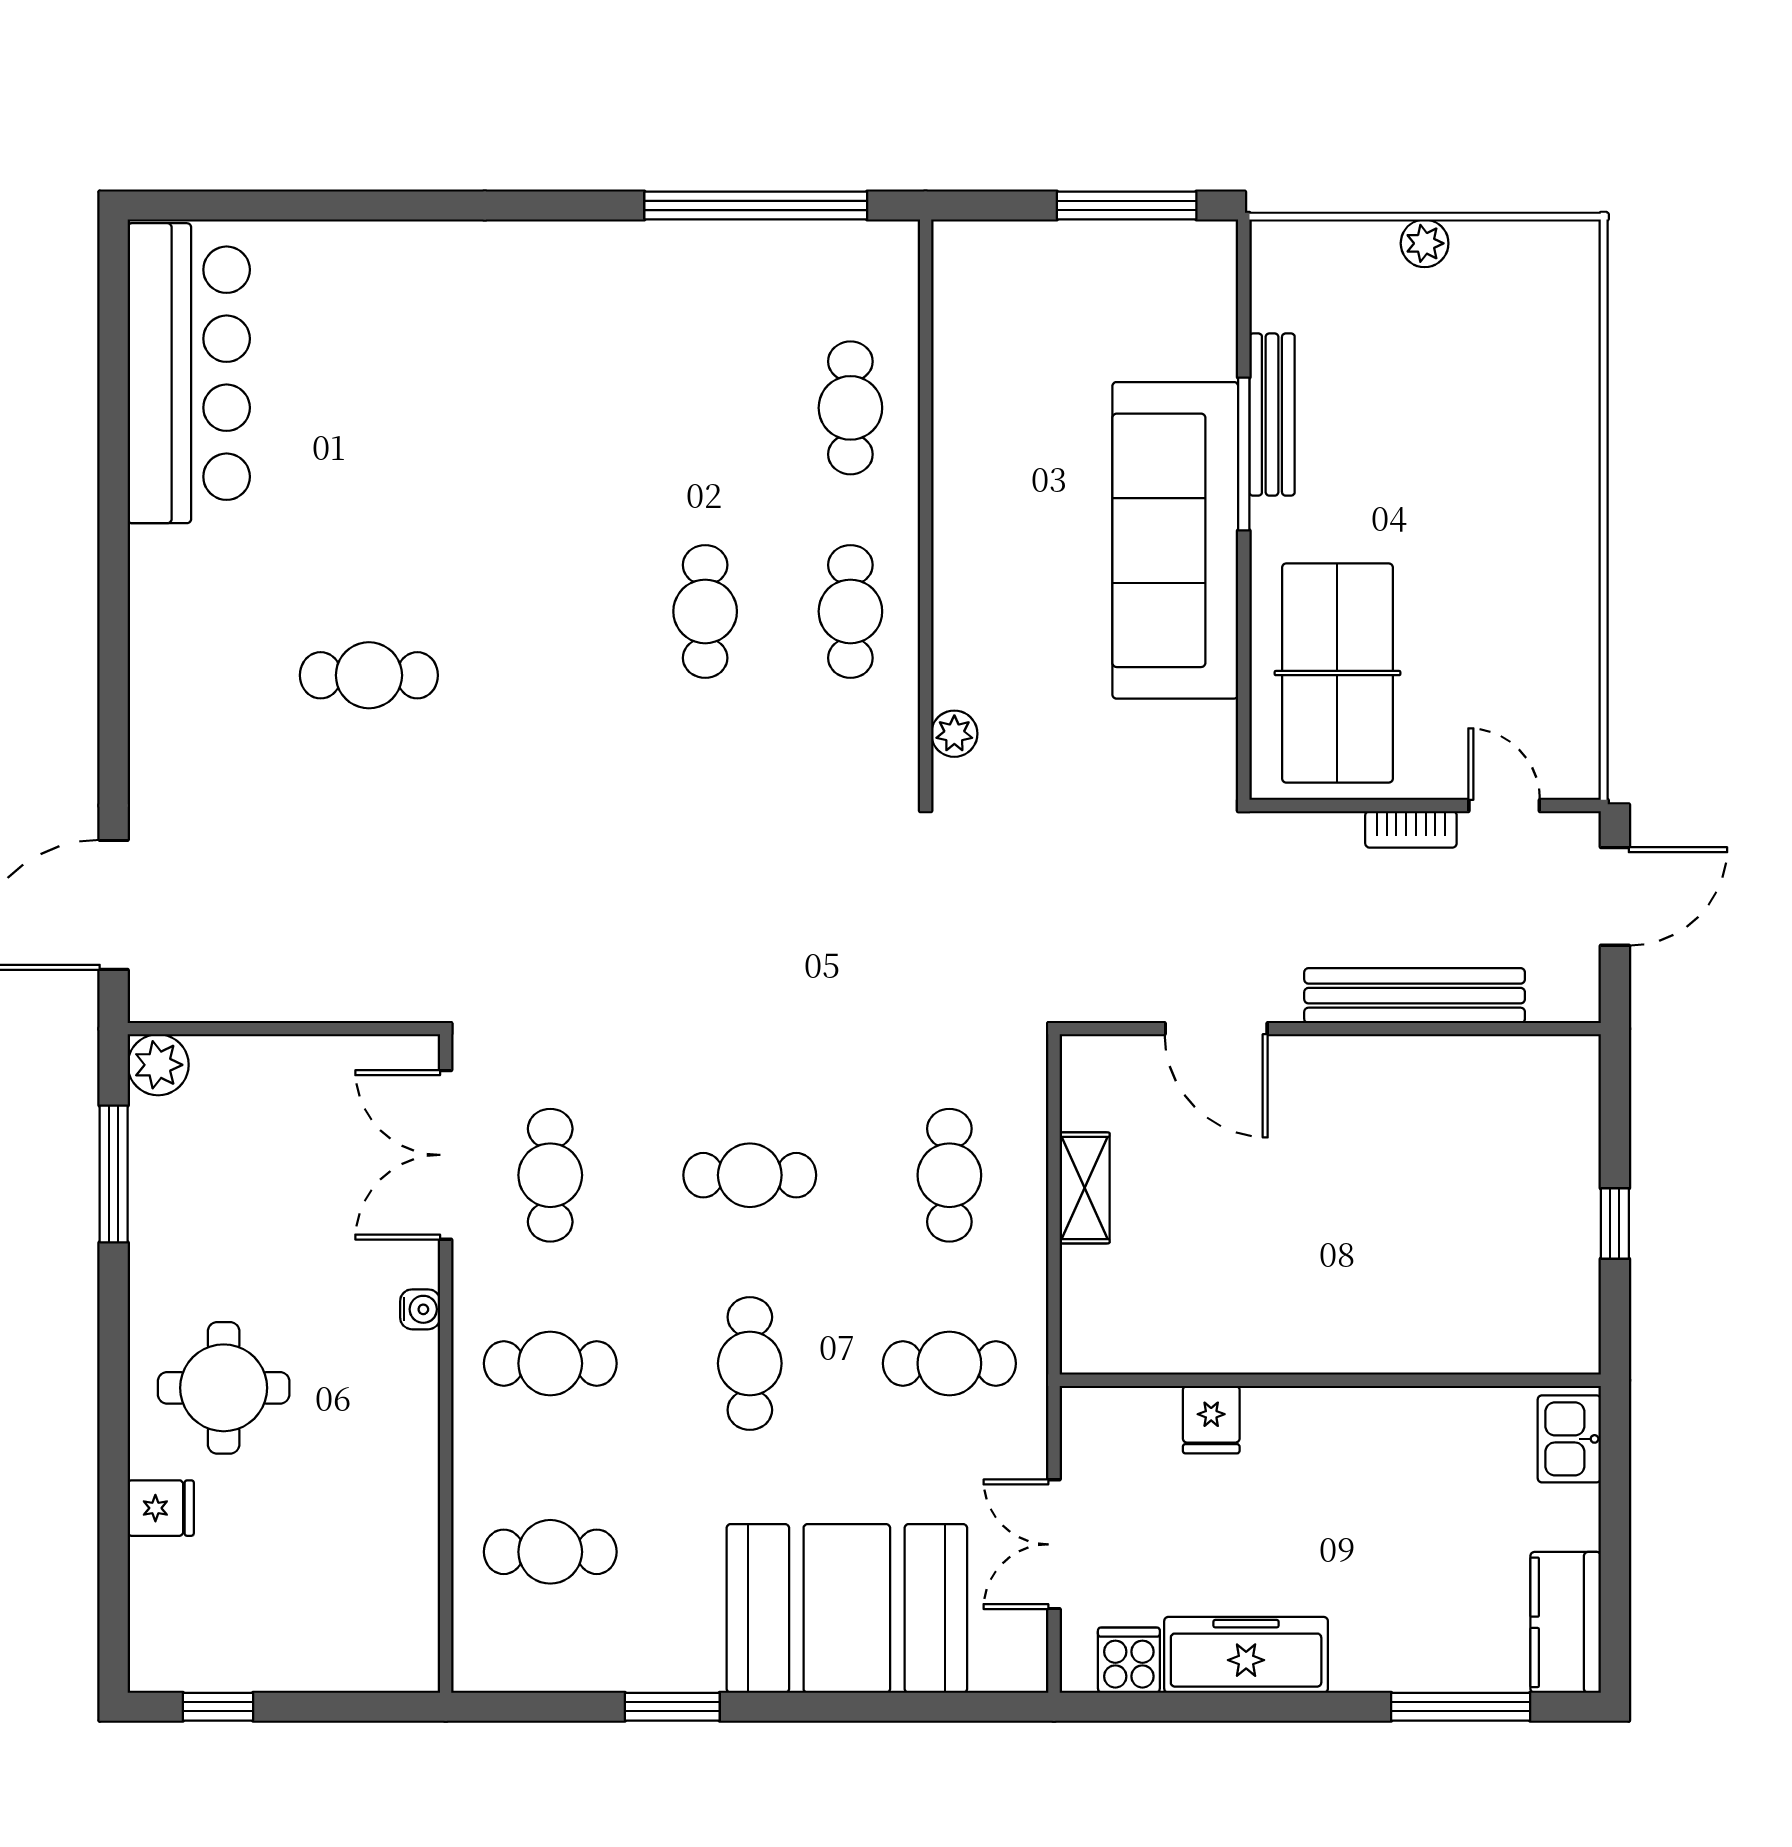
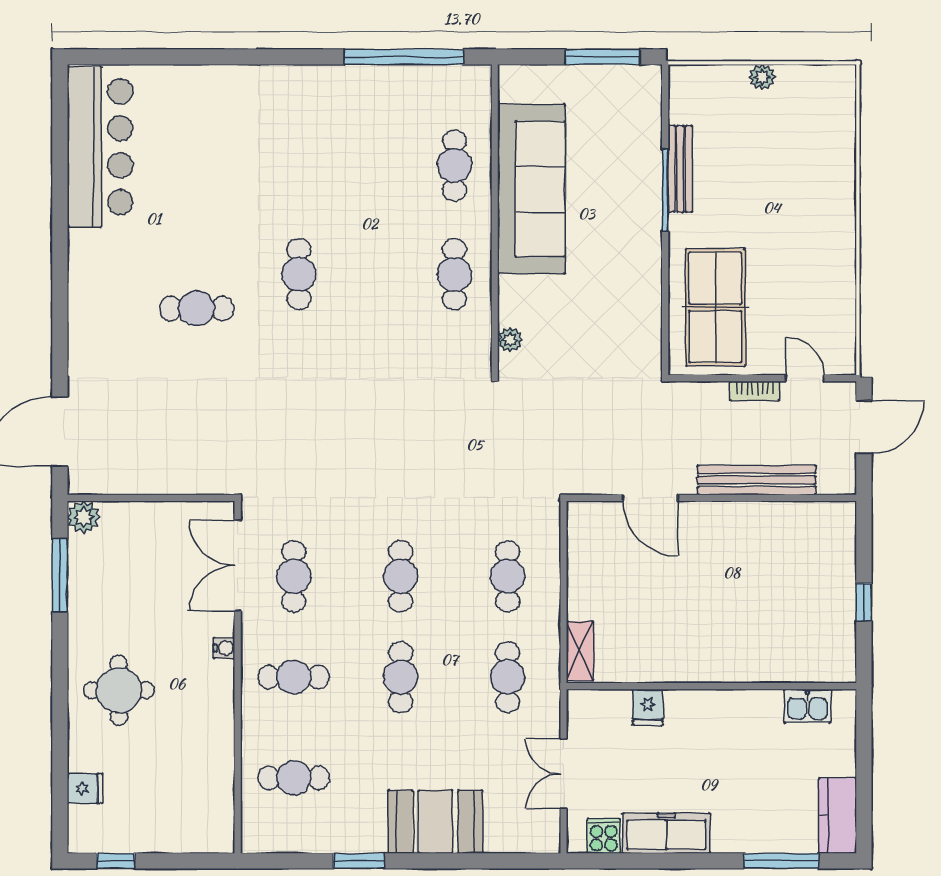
sofa: (1175, 540) -> (531, 189), moved, turned 180
cafe table: (705, 611) -> (299, 274), moved
cafe table: (750, 1175) -> (401, 576), turned 90
shelving: (1085, 1188) -> (580, 651), moved
cafe table: (949, 1363) -> (507, 677), turned 90
kitchen sink: (1569, 1439) -> (808, 706), moved, turned -90
fridge: (161, 1508) -> (85, 789), moved
booth: (847, 1608) -> (435, 822), width x0.73, depth x0.70

